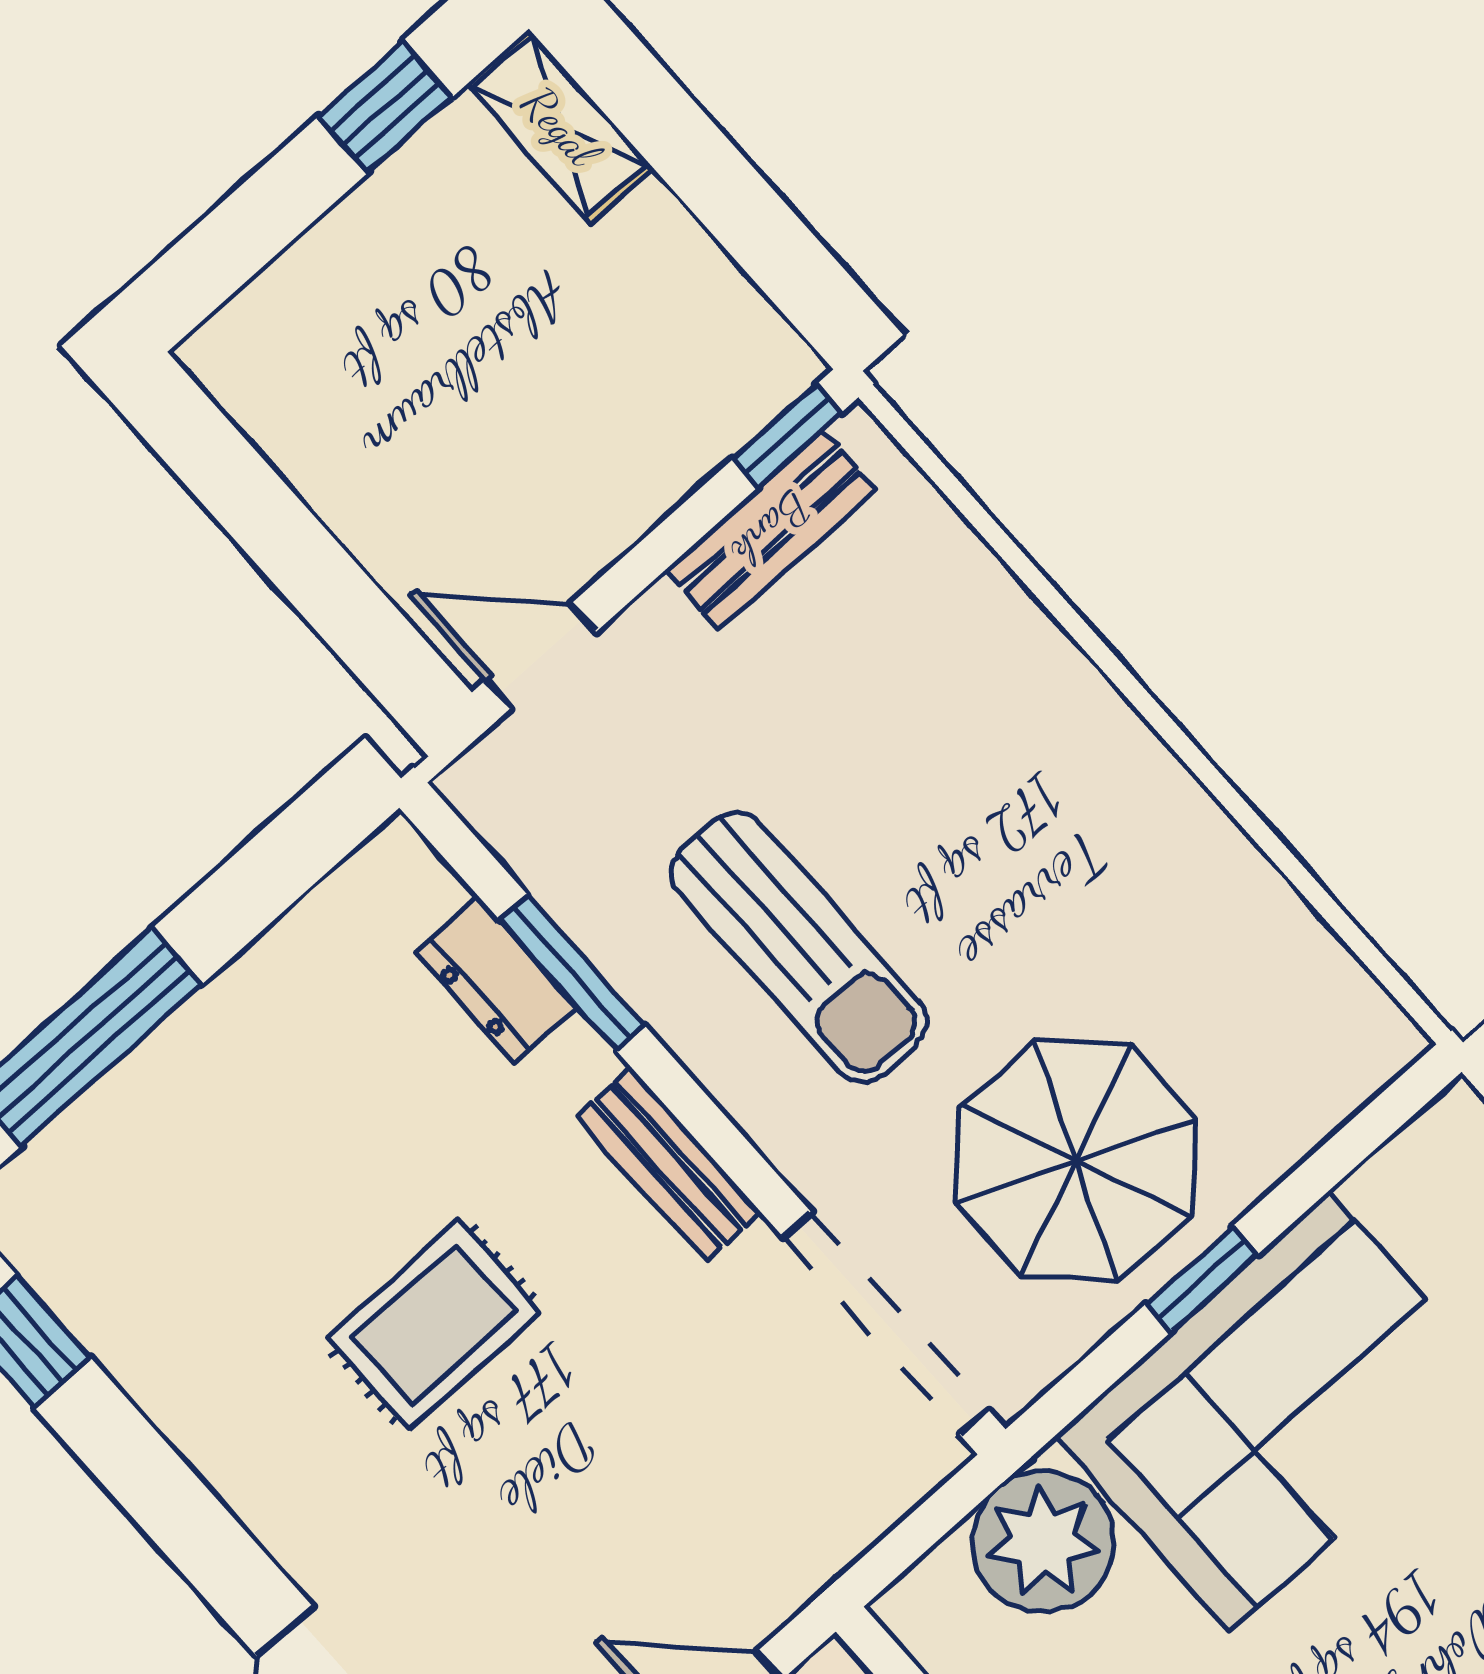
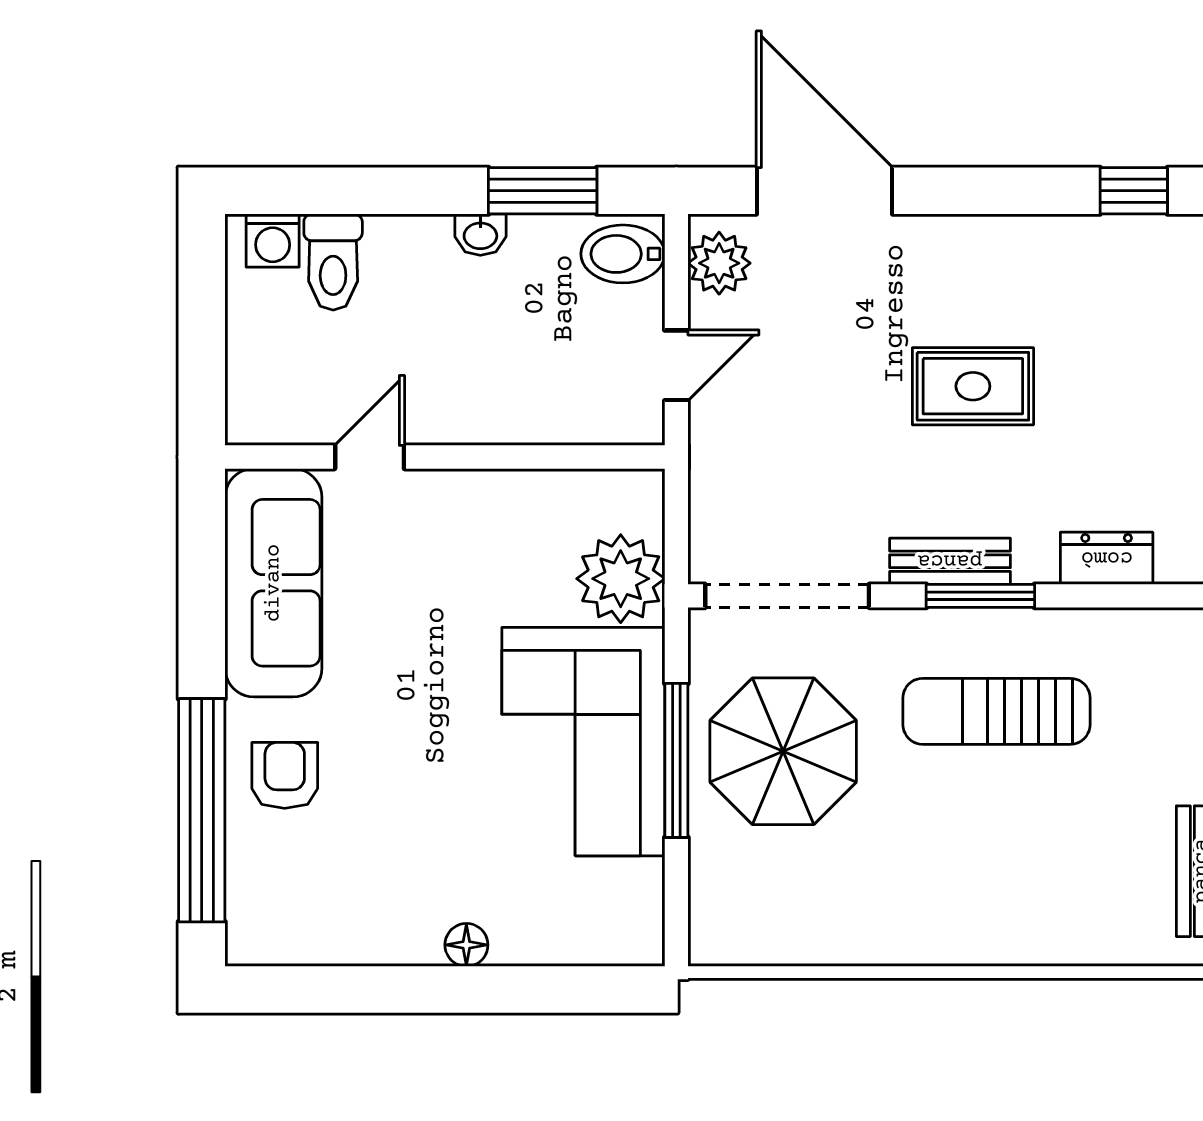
window: (572, 973) -> (980, 596), moved
window: (1202, 1279) -> (676, 760), width x2.17
rug: (433, 1325) -> (973, 386), turned 90

